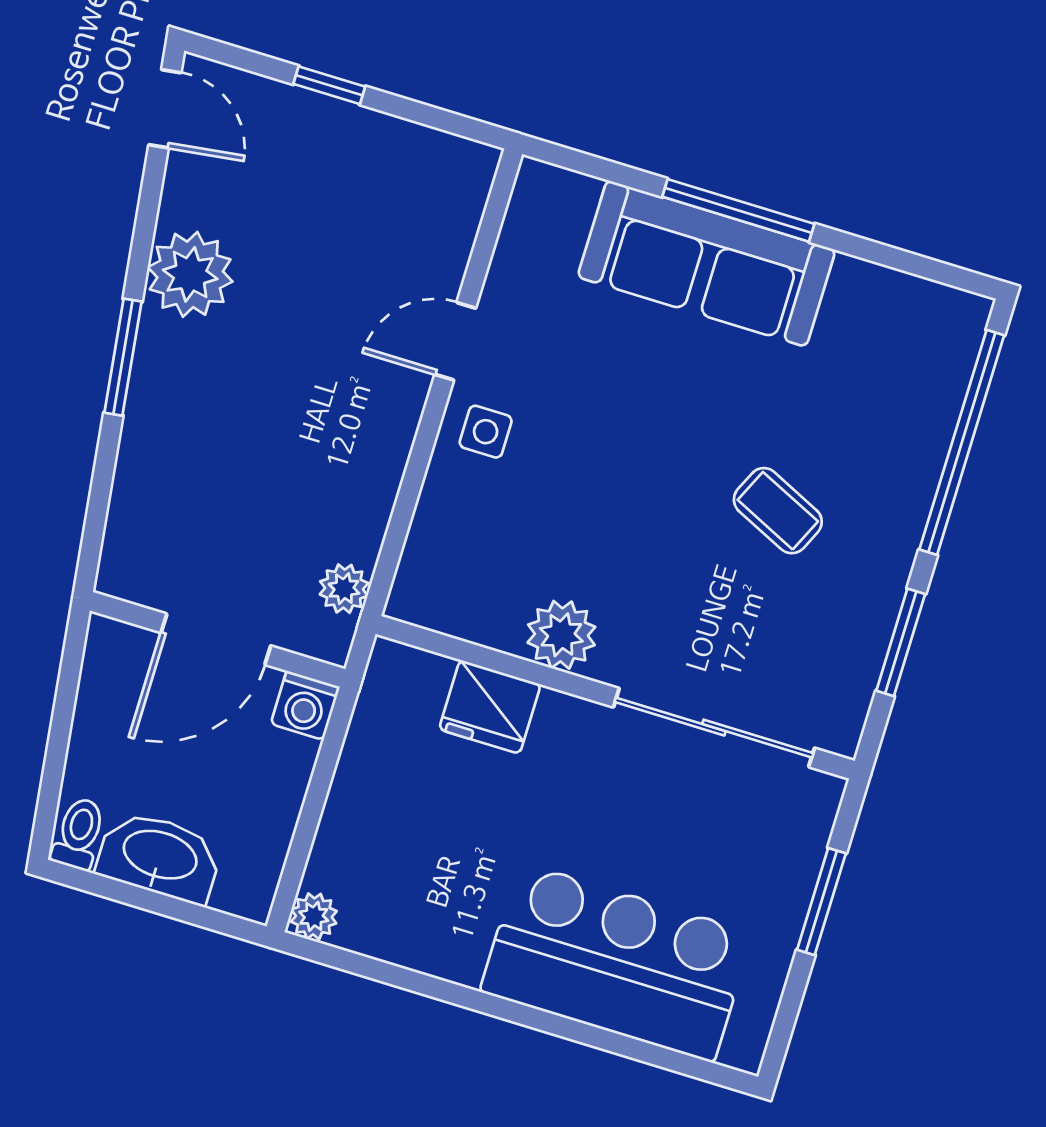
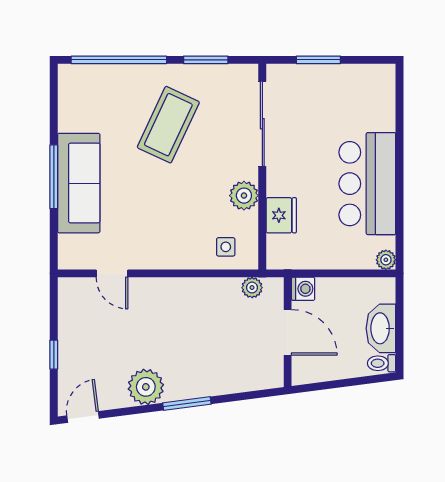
door: (455, 341) -> (112, 273), moved
side table: (486, 432) -> (226, 247), moved
coffee table: (778, 511) -> (168, 125), width x1.86, depth x1.72
bar counter: (616, 962) -> (367, 184), moved

